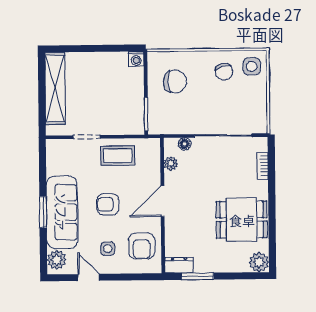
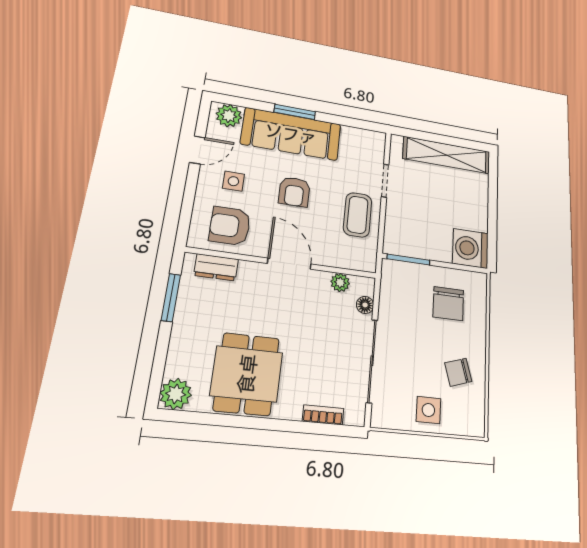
washing machine: (136, 59) -> (470, 248), width x1.89, depth x1.89
side table: (252, 66) -> (428, 410), moved
armchair: (108, 204) -> (294, 192), turned 180
dresser: (179, 265) -> (216, 267), moved, turned 90

